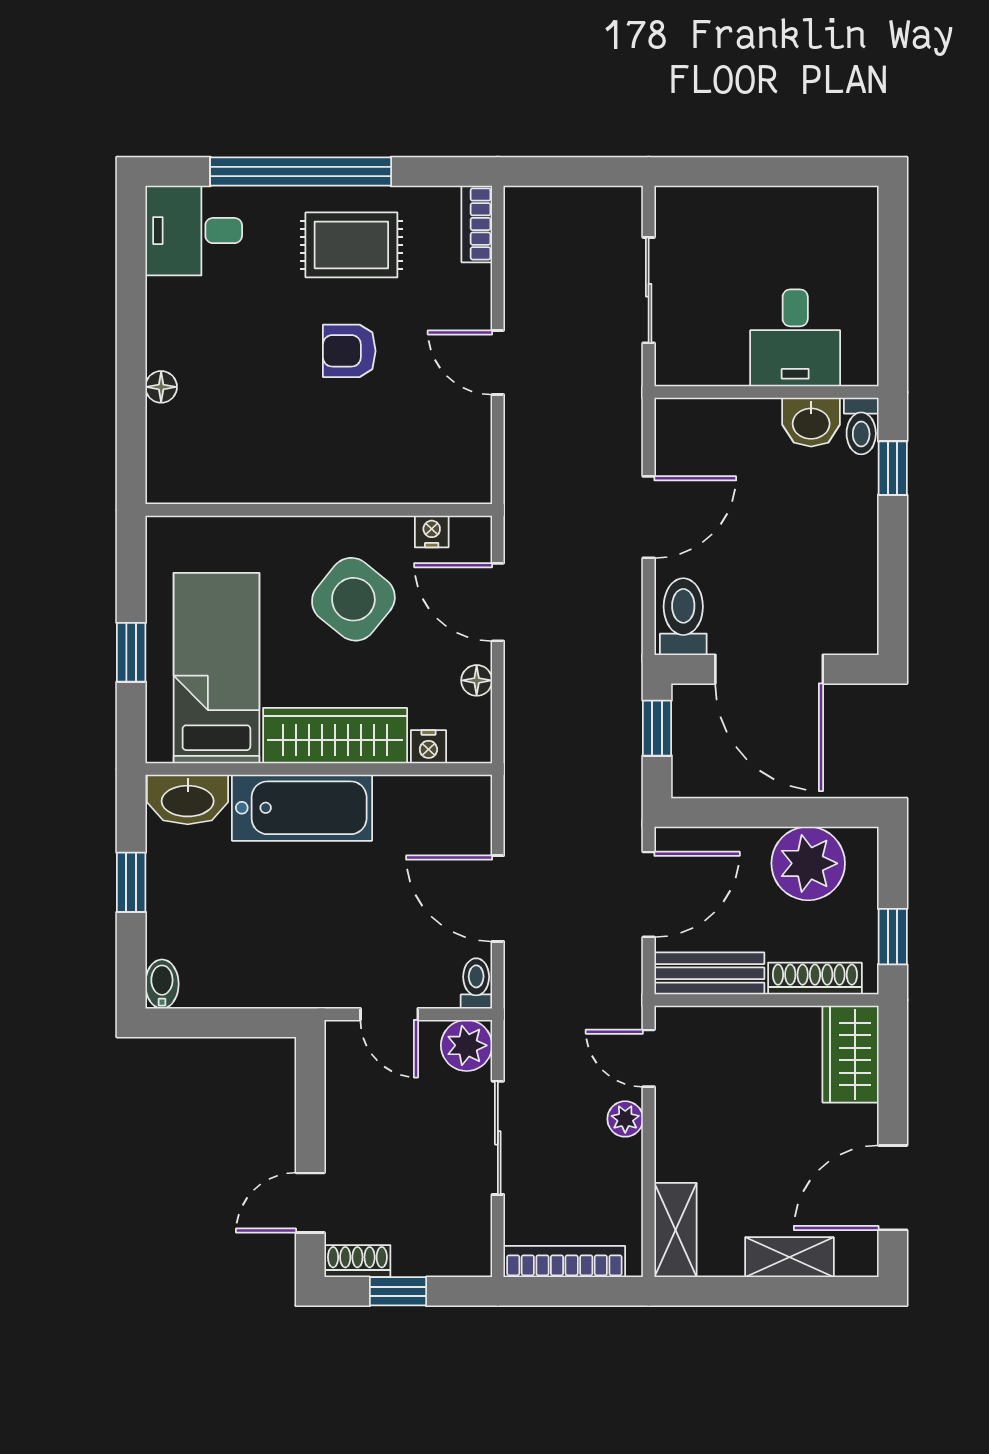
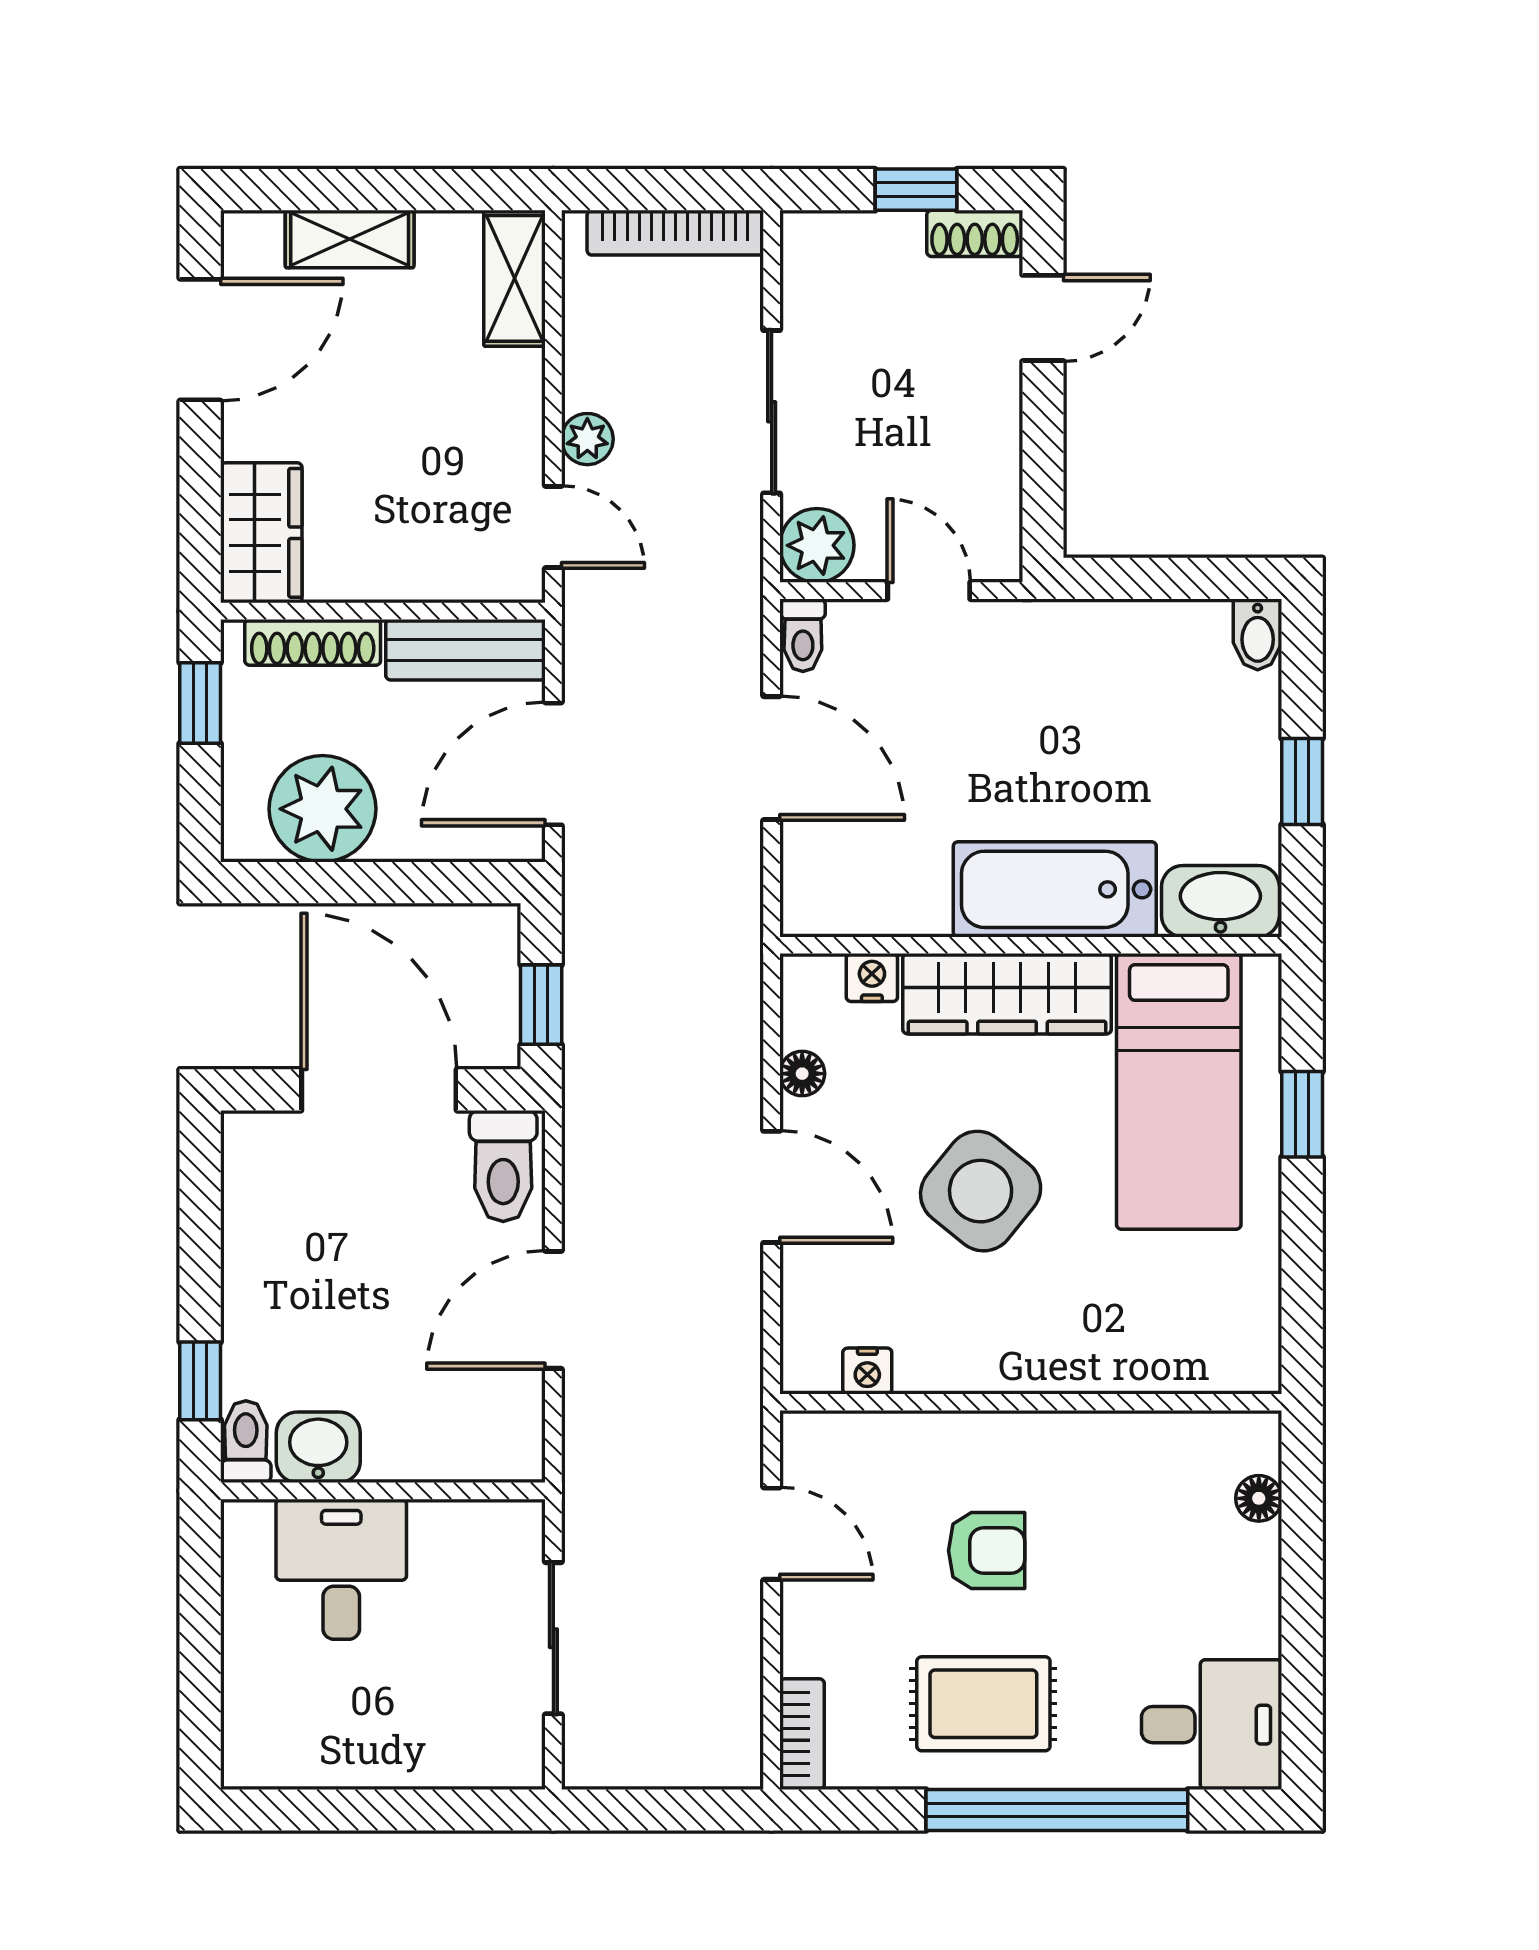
wall: (319, 510) -> (1031, 1402), moved
nightstand: (432, 531) -> (867, 1371), moved

